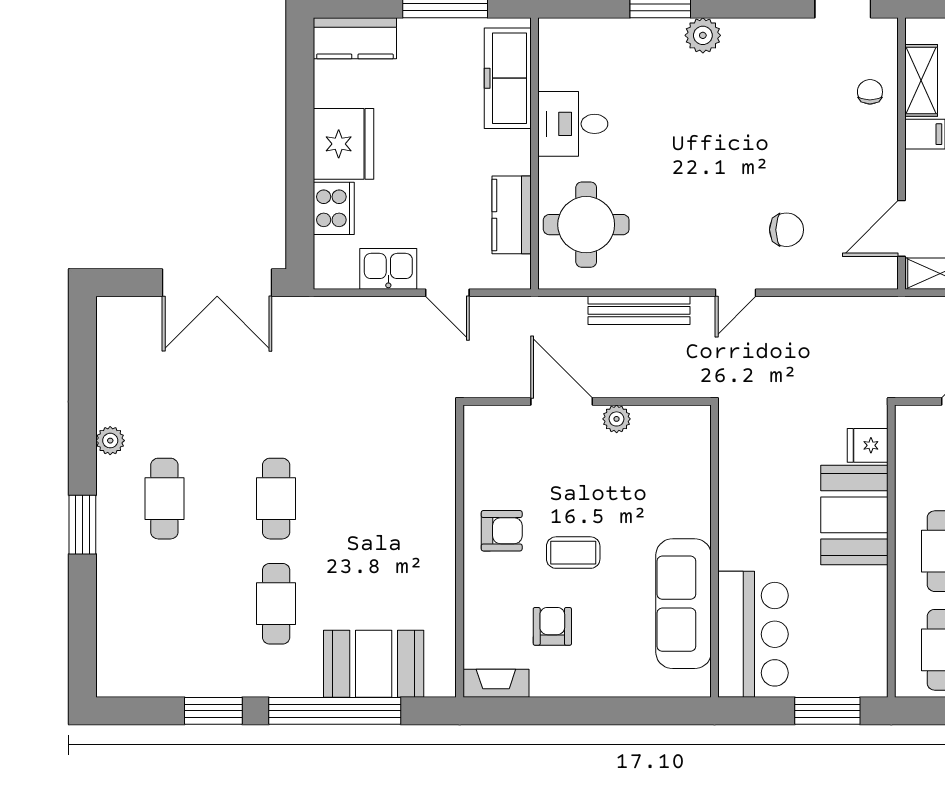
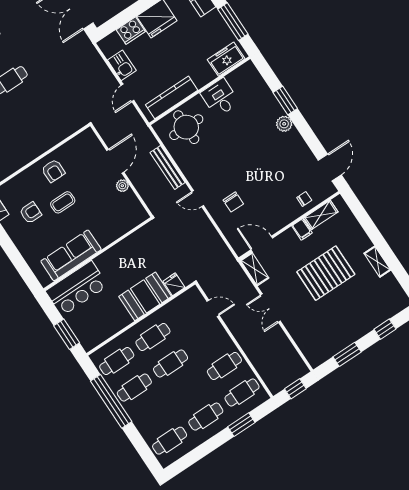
freezer: (508, 78) -> (226, 59), width x0.71
kitchen counter: (512, 215) -> (172, 97), width x1.50
coffee table: (573, 553) -> (63, 202), turned 90

